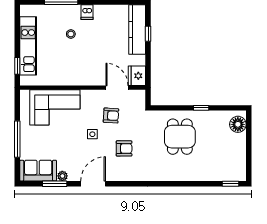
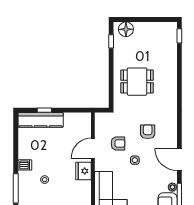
fridge: (137, 76) -> (83, 171), moved, turned 90
door: (117, 88) -> (93, 148), moved
window: (201, 108) -> (111, 41), moved
armchair: (111, 116) -> (118, 143), turned 86

